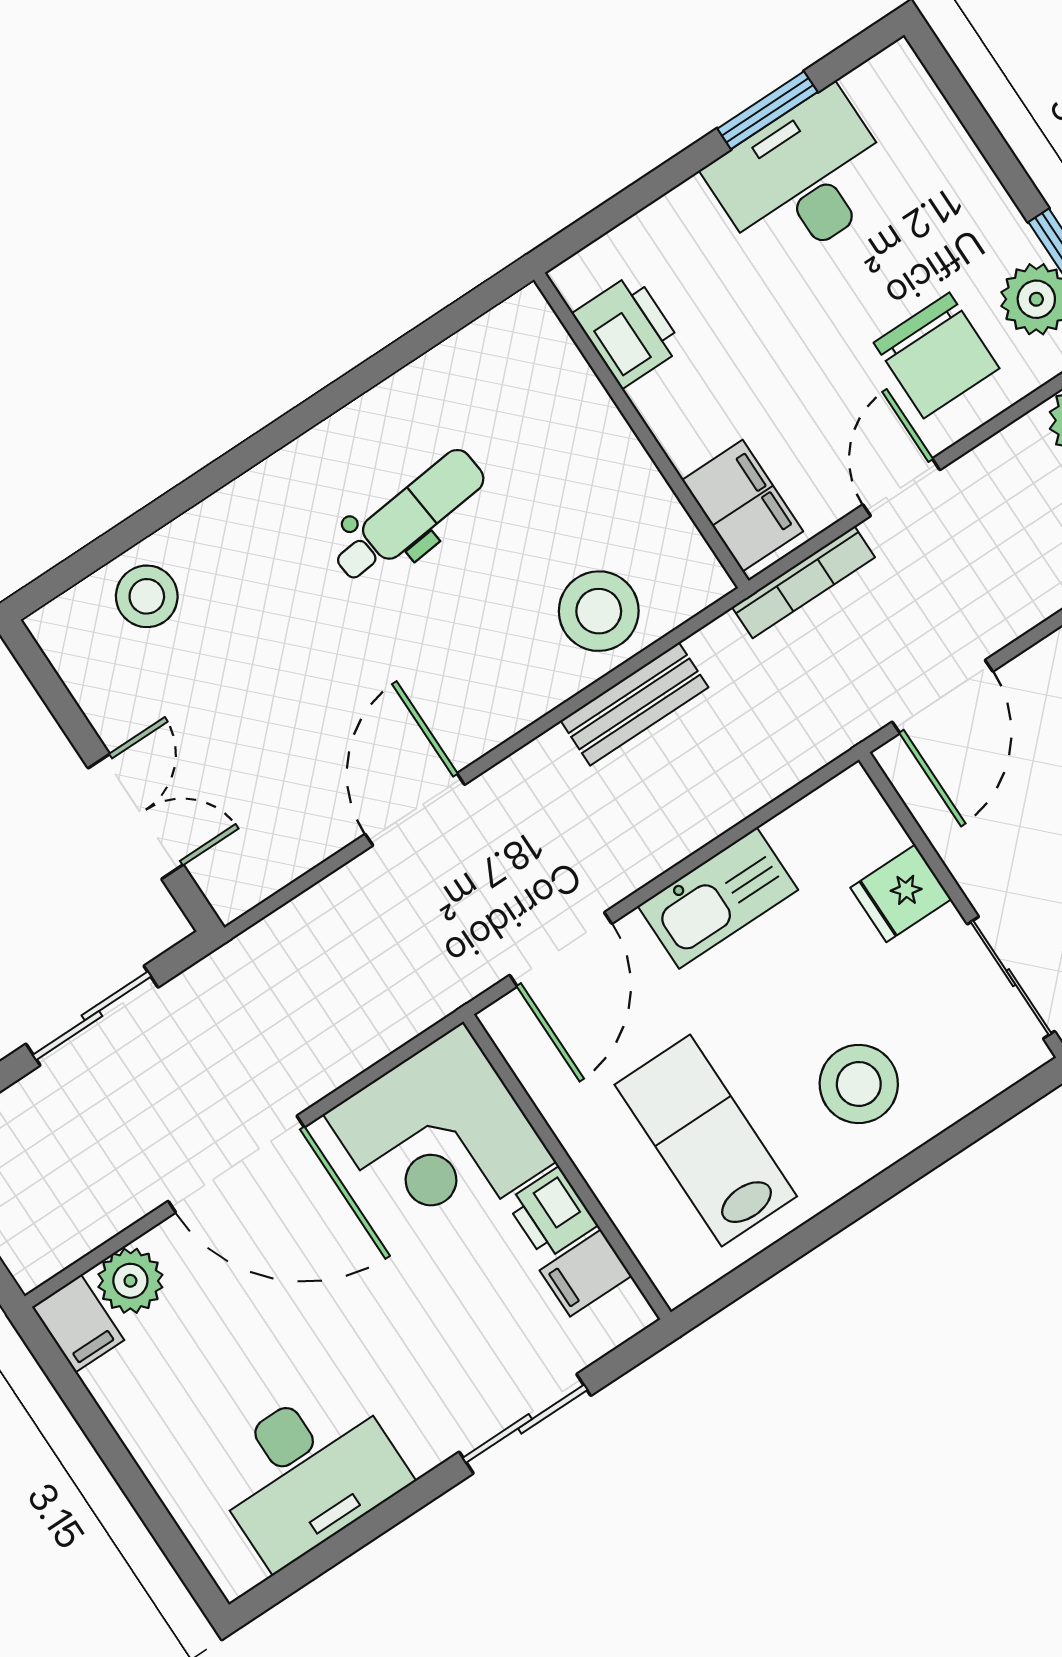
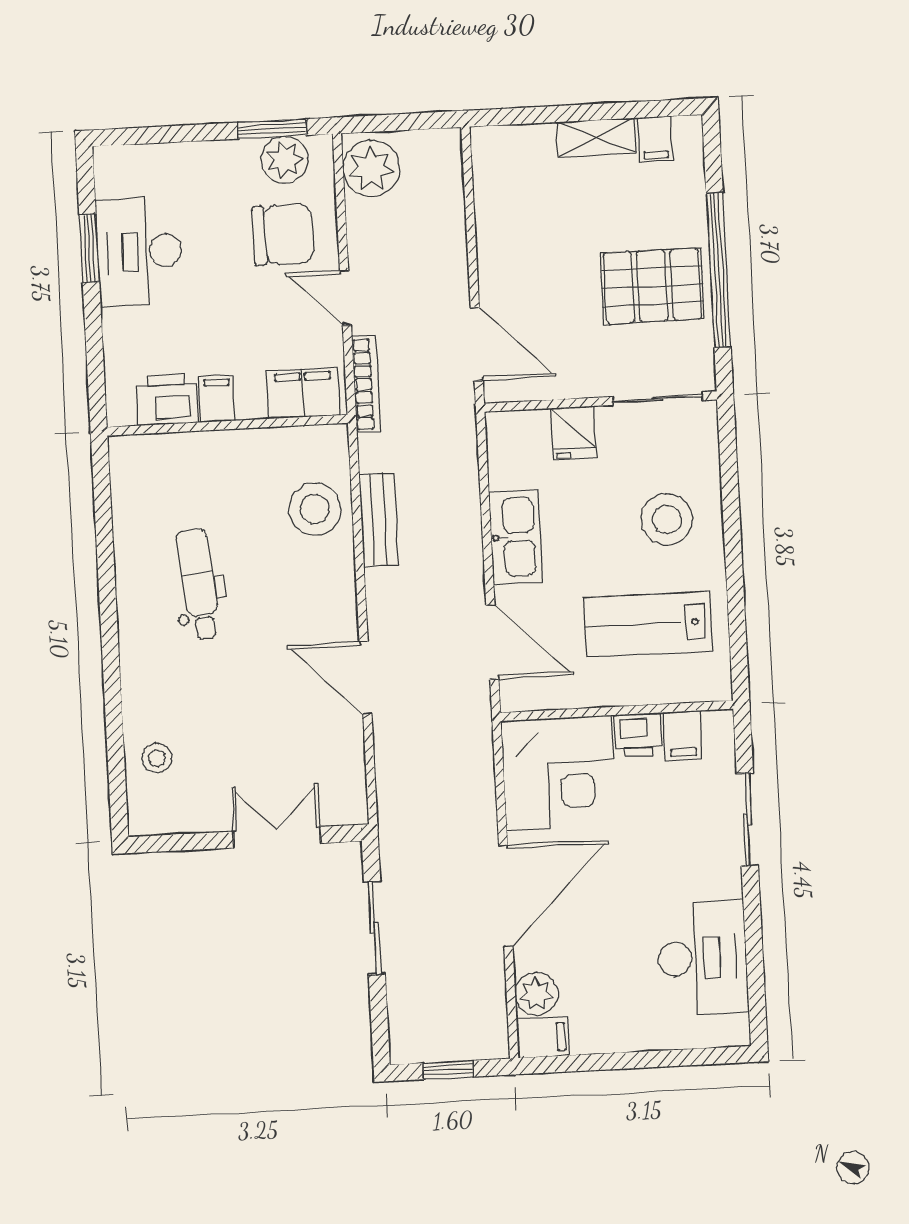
filing cabinet: (668, 396) -> (217, 399), added
stool: (147, 596) -> (157, 758), width x0.73, depth x0.73

